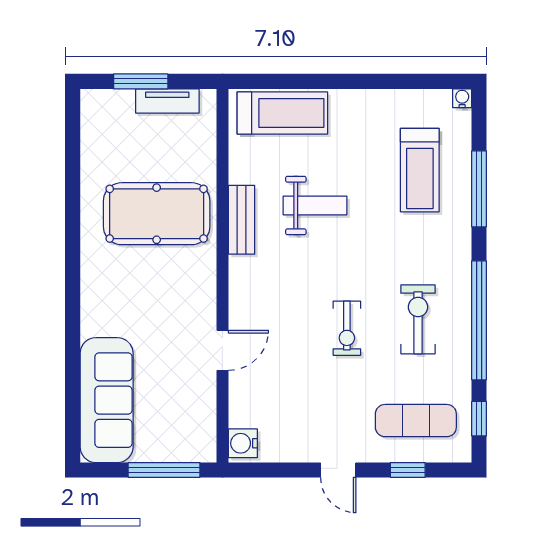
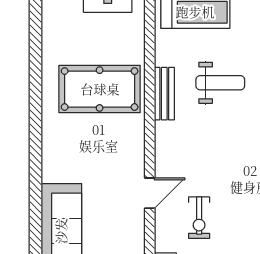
exercise bike: (347, 328) -> (199, 218), moved

